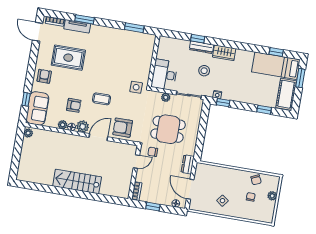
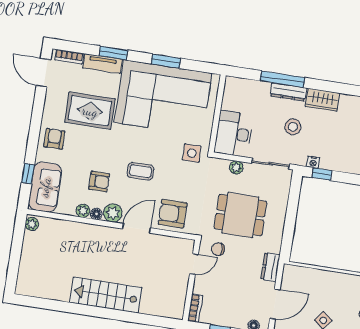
window: (134, 28) -> (166, 61), moved
window: (198, 39) -> (282, 79), width x2.17
corner sofa: (117, 50) -> (163, 98), added
door: (190, 189) -> (275, 304), swing flipped

